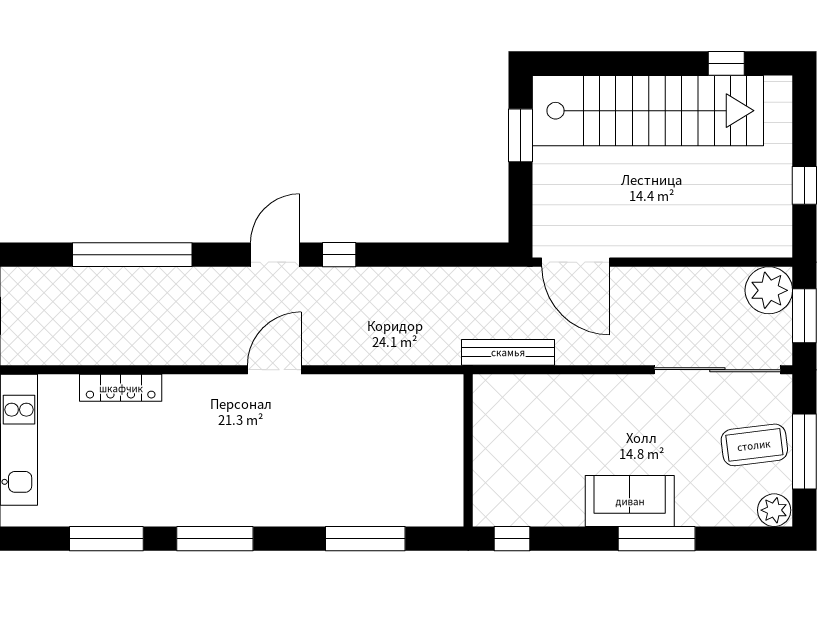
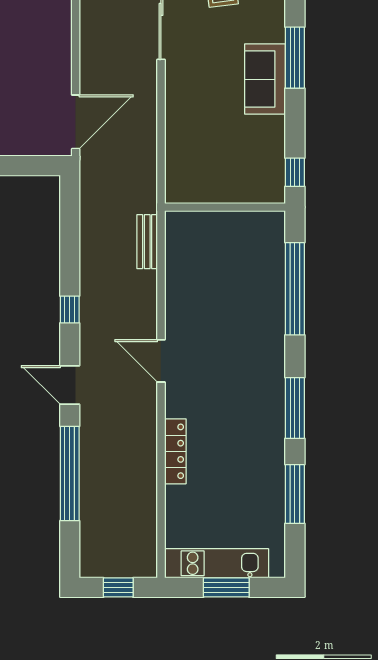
door: (275, 255) -> (70, 385), moved
bench: (508, 352) -> (147, 242), moved, width x0.73
locker: (121, 388) -> (175, 451), moved
window: (365, 539) -> (295, 289), width x1.46

